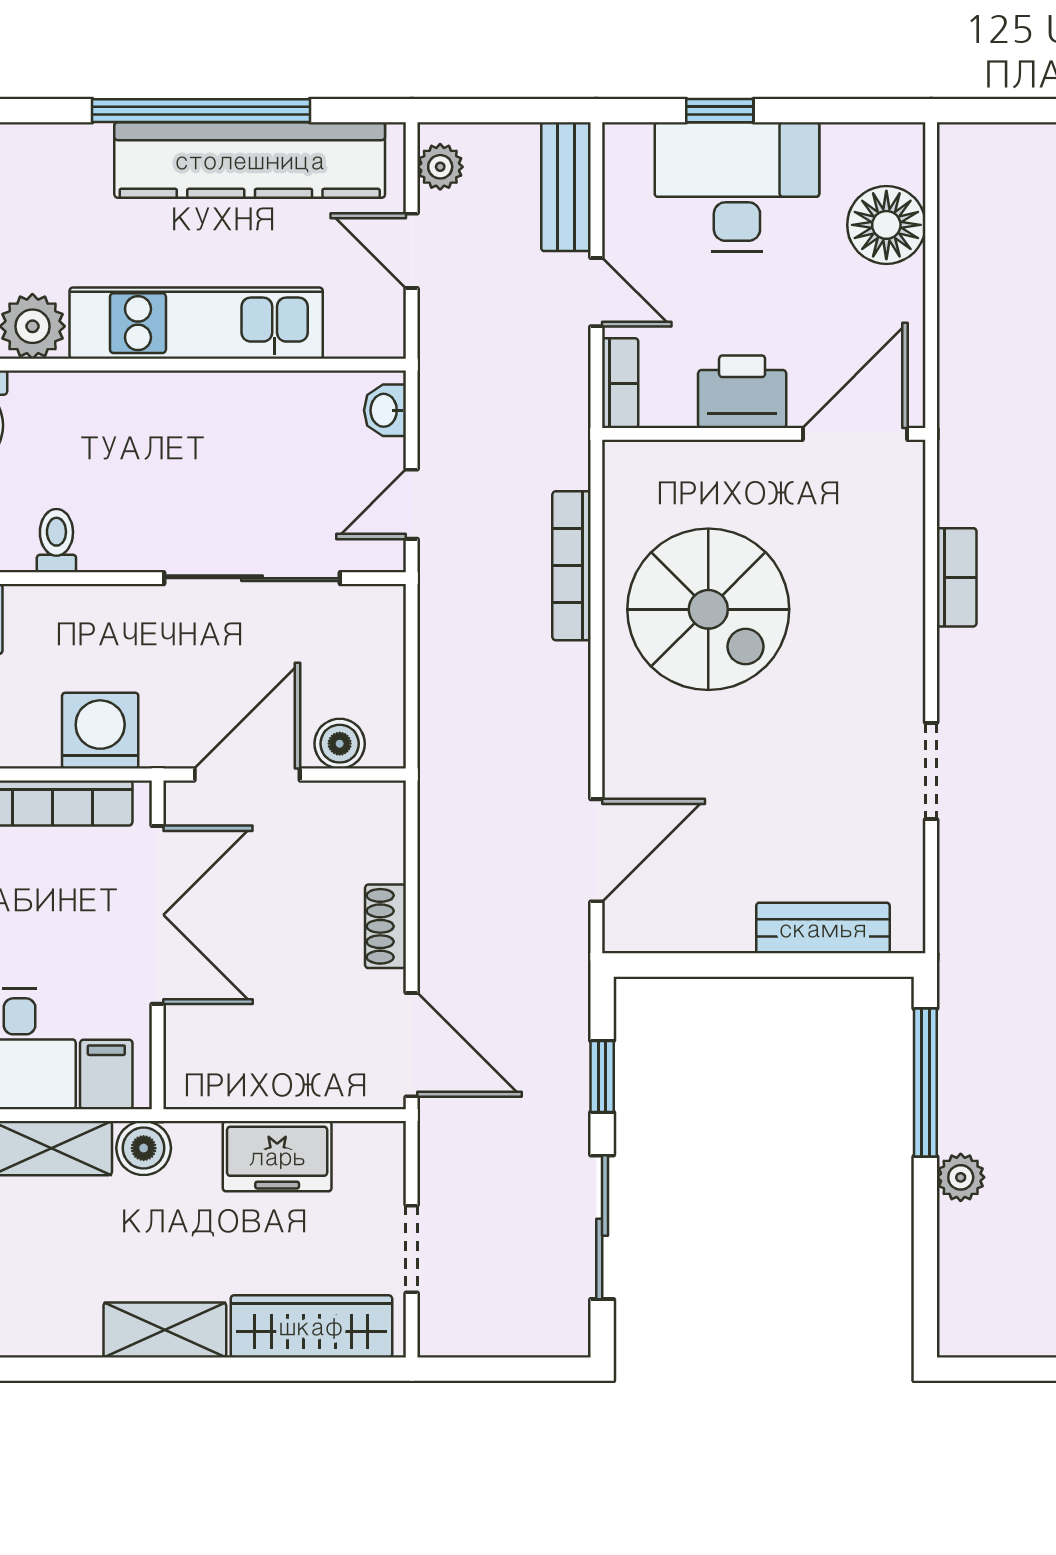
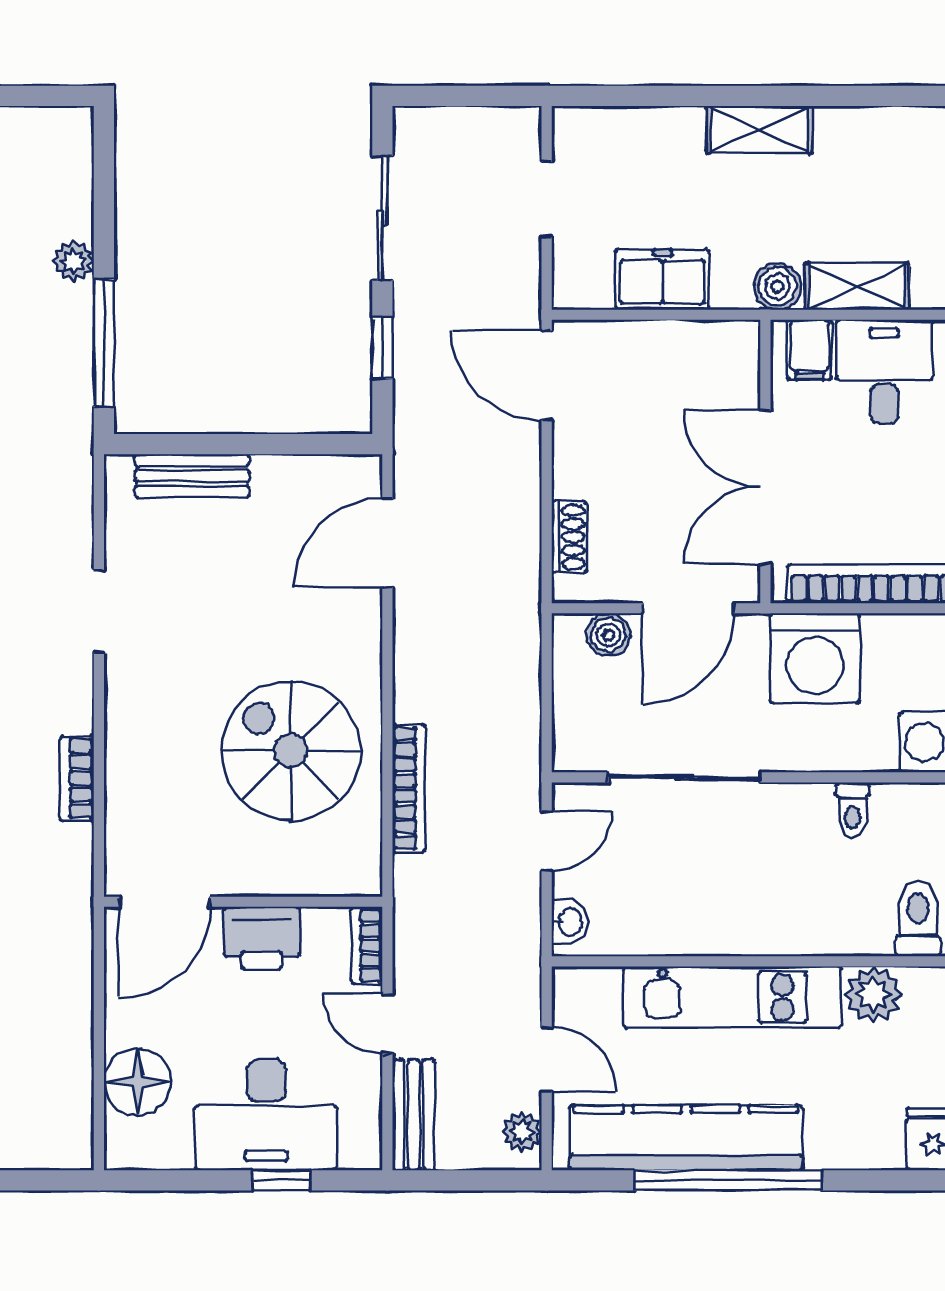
washing machine: (100, 731) -> (815, 658), width x1.37, depth x1.37
shoe rack: (385, 926) -> (569, 537), moved
wardrobe: (311, 1326) -> (633, 133), removed

